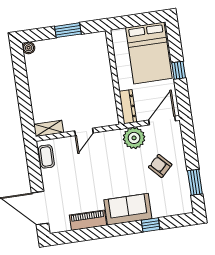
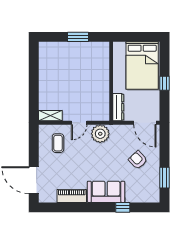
boiler: (29, 48) -> (44, 47), removed
door: (162, 121) -> (145, 123), swing flipped
plant: (134, 138) -> (100, 134), moved
coffee table: (46, 157) -> (58, 143), moved

